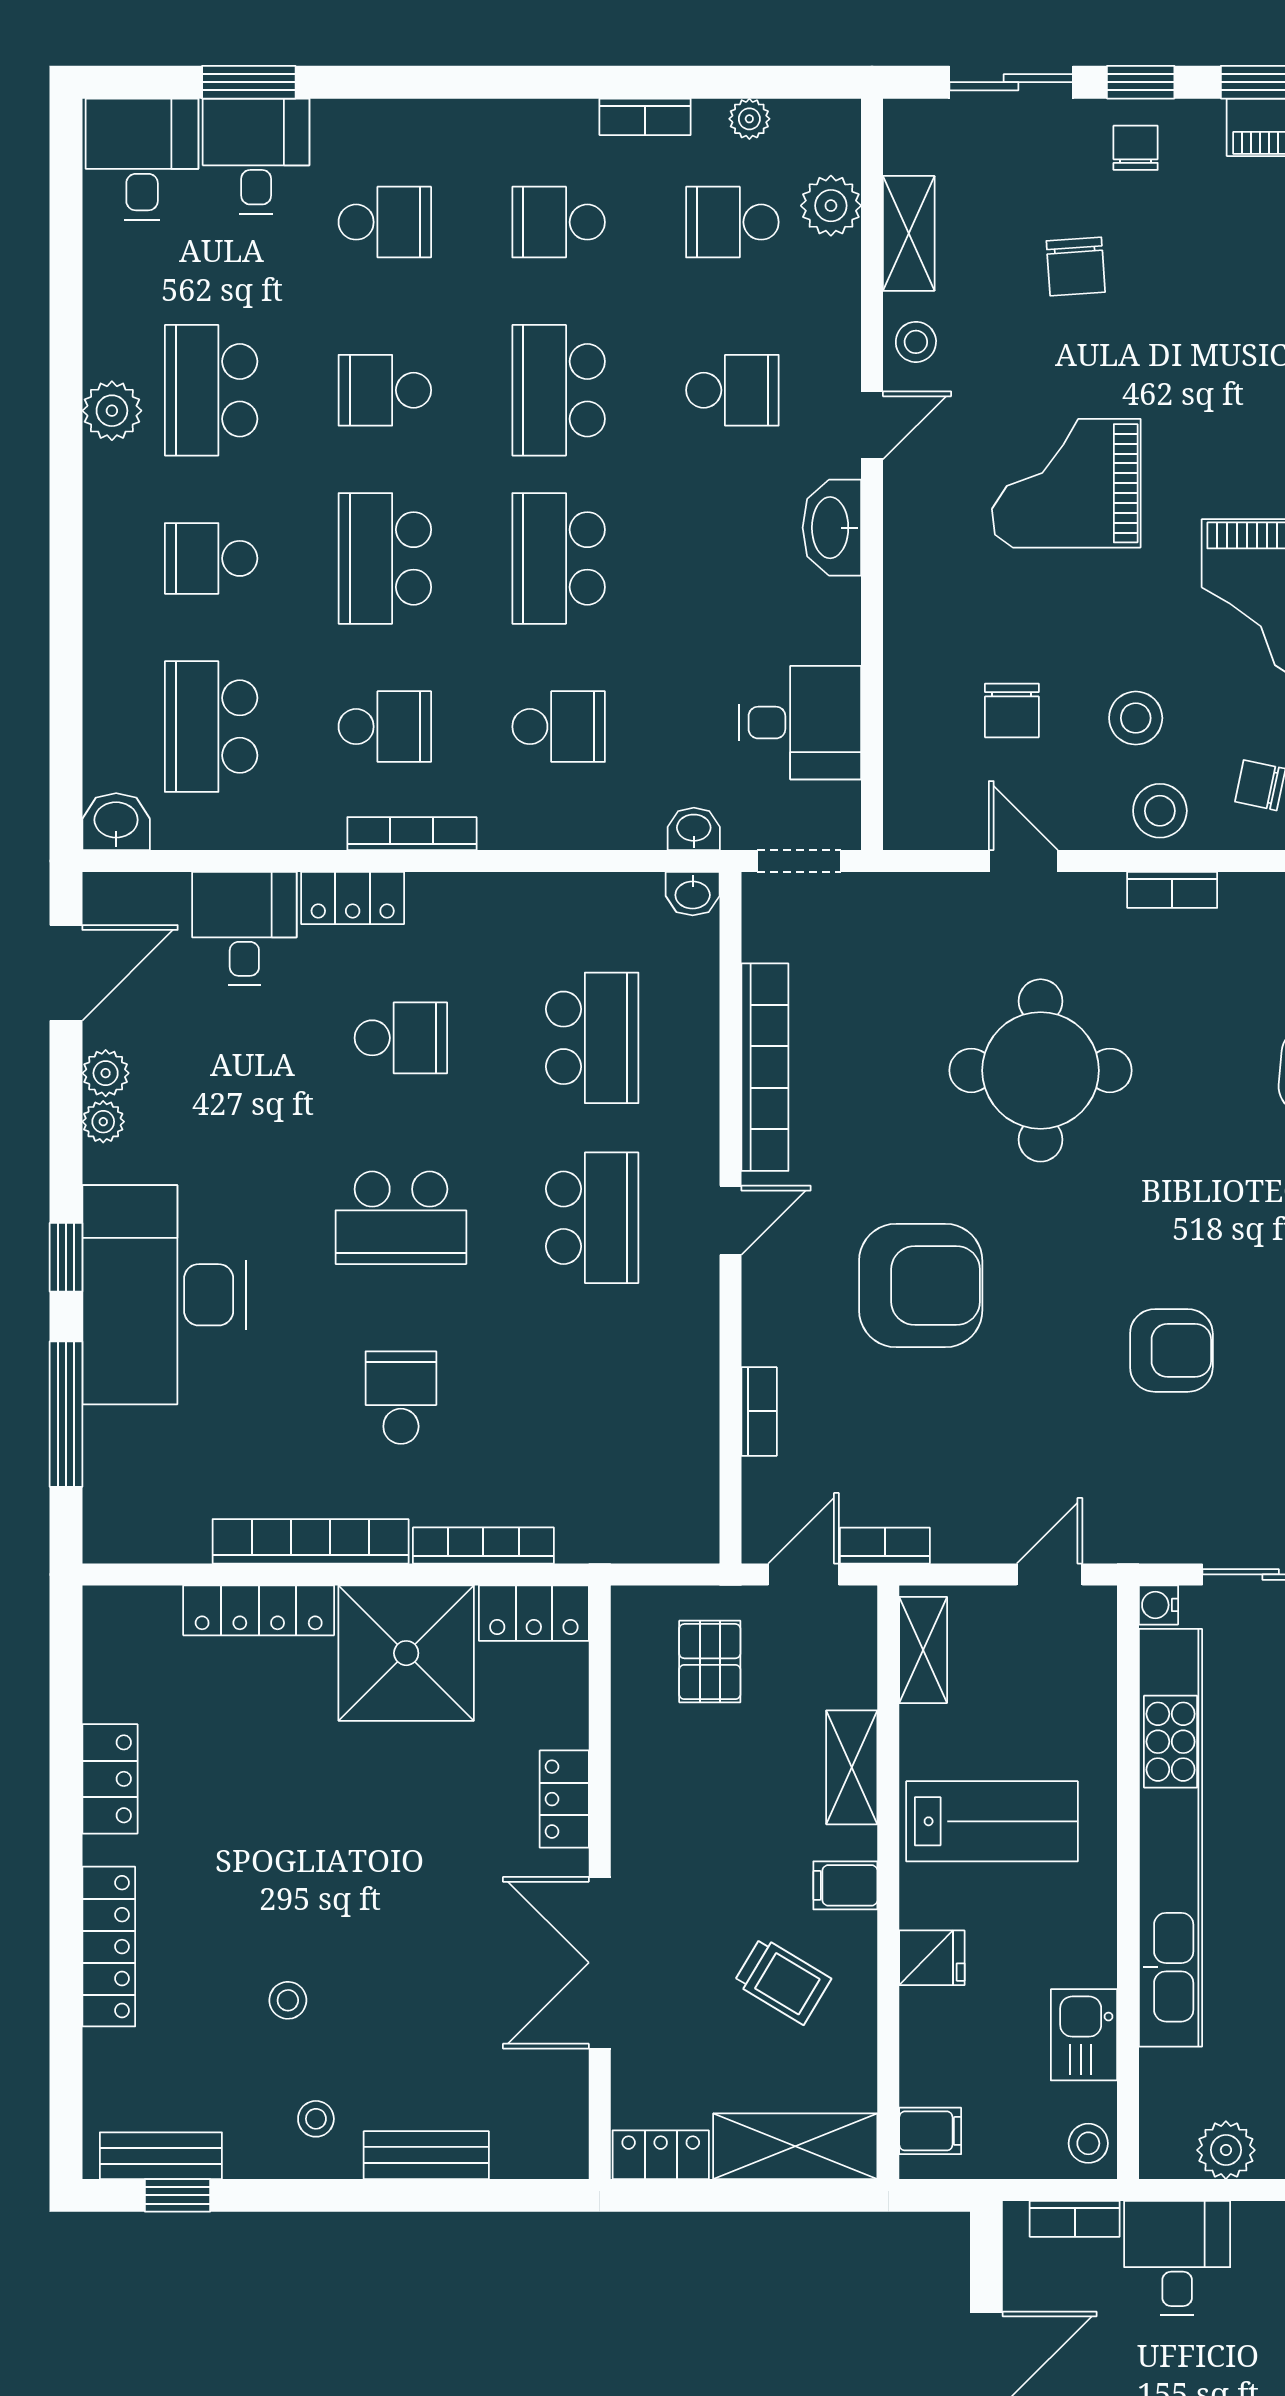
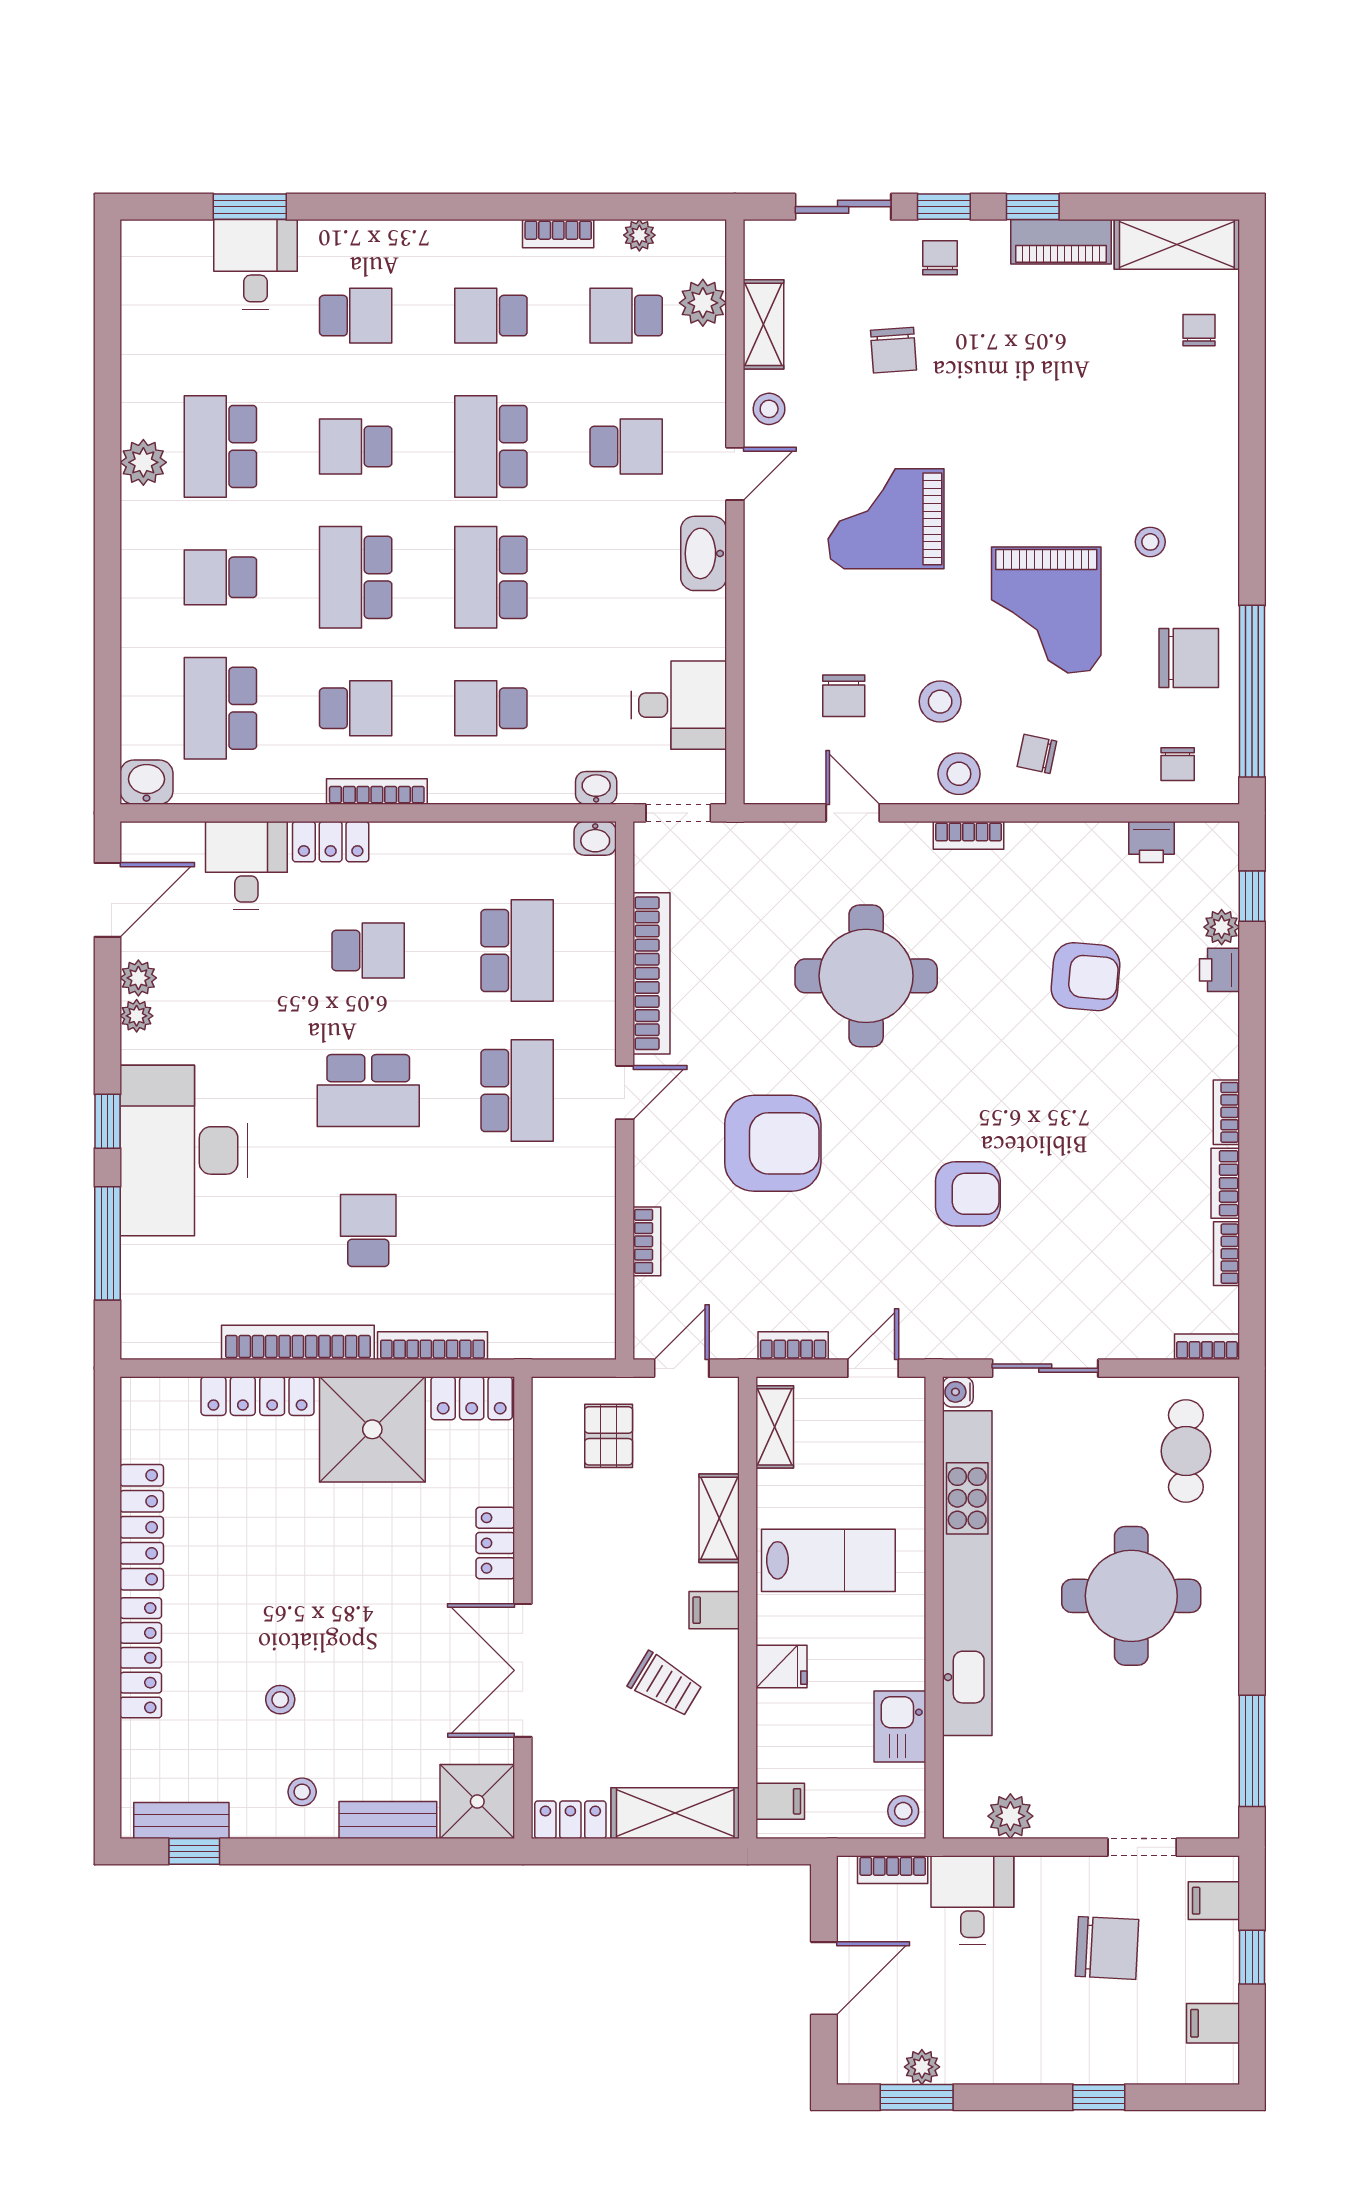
desk: (142, 159) -> (167, 267), removed
school desk: (559, 727) -> (491, 708), turned 180
bookcase: (885, 1546) -> (793, 1346), moved
locker: (110, 1779) -> (142, 1527), width x1.53
shower: (541, 2131) -> (477, 1802), added

